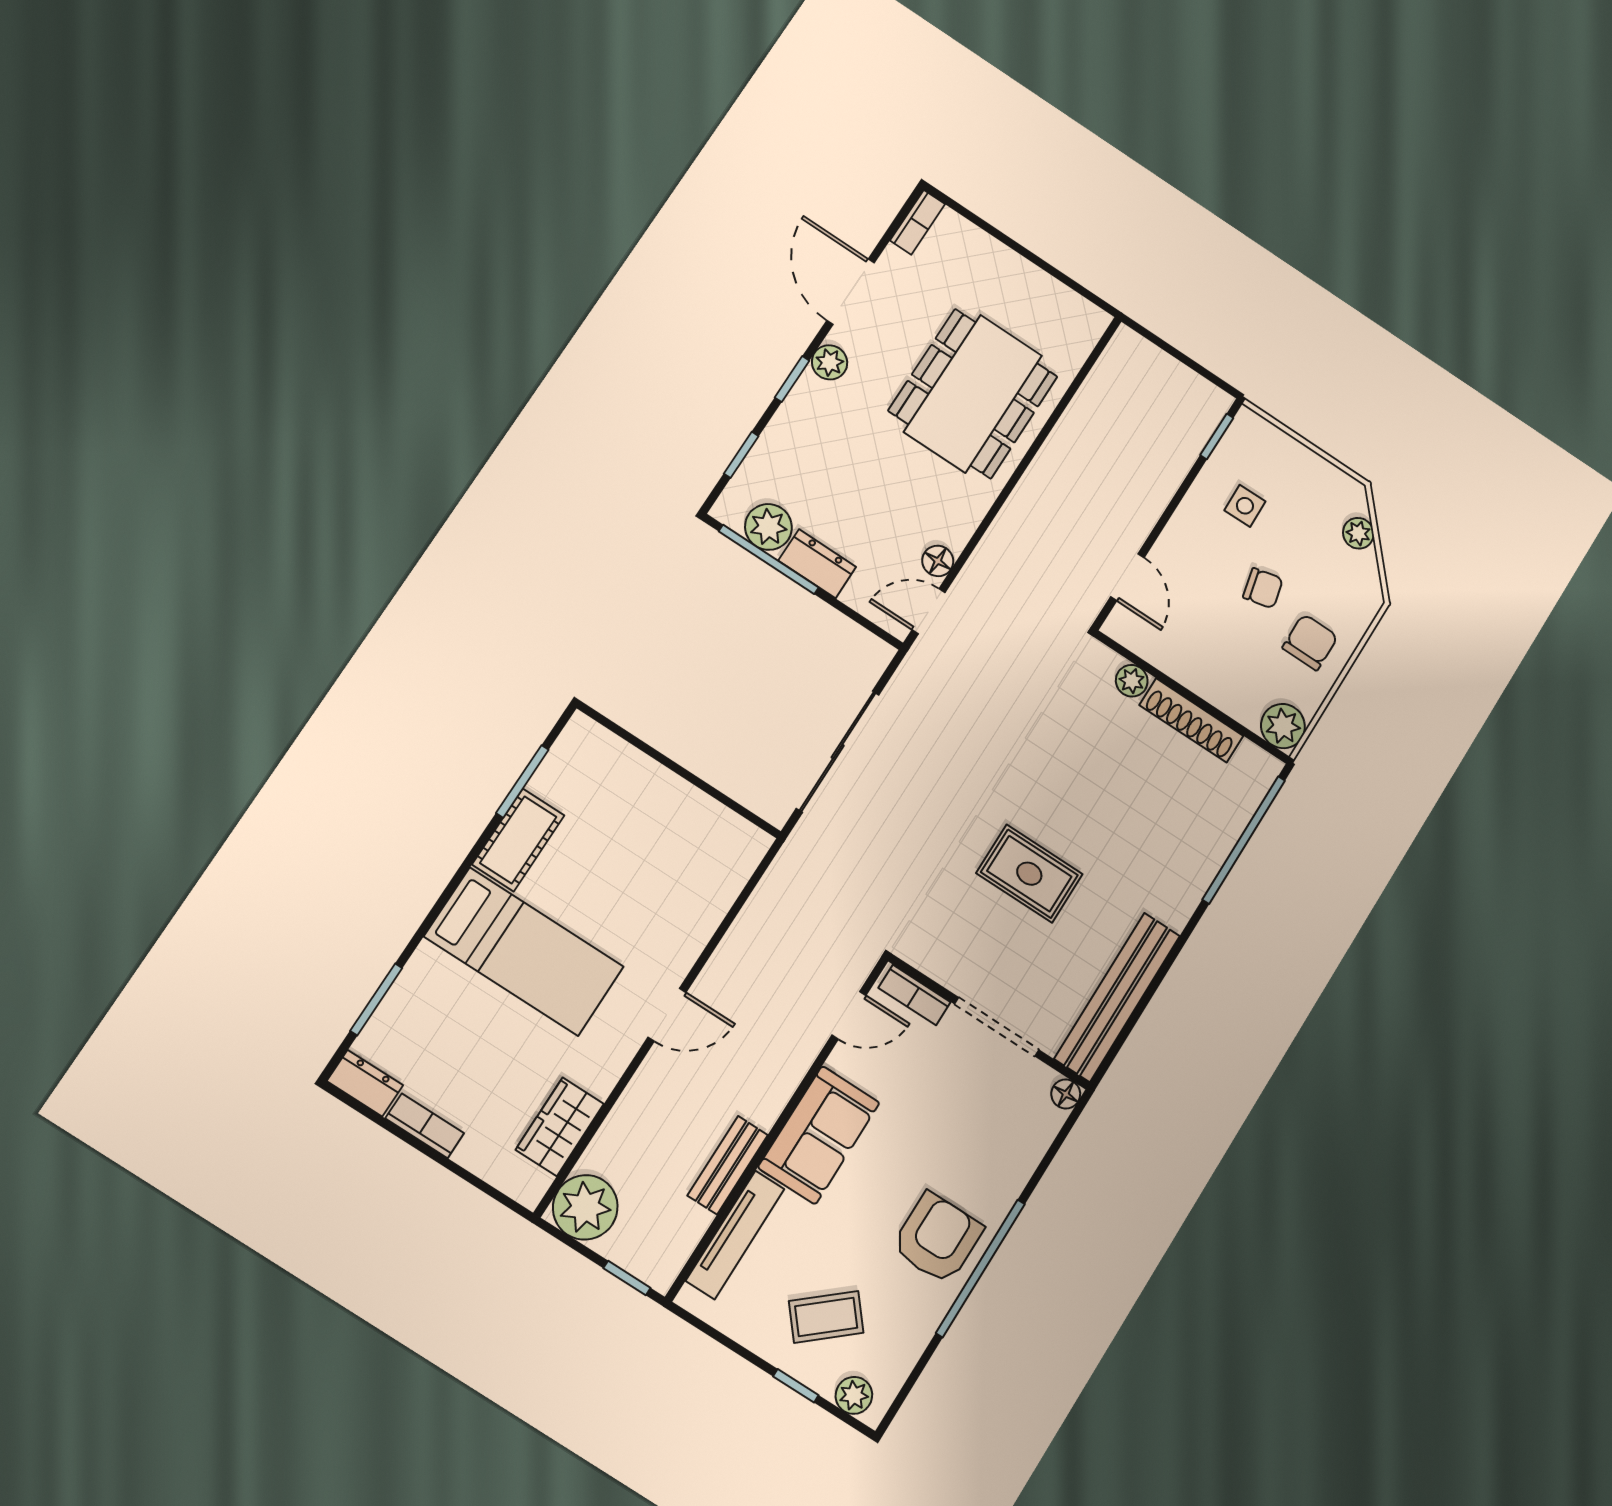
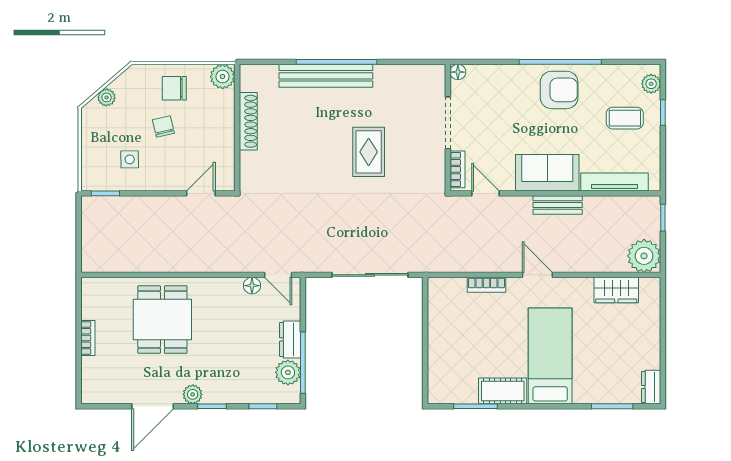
bookcase: (918, 222) -> (88, 338), moved, turned 90
dining table: (973, 394) -> (162, 320), width x0.73
plant: (1132, 681) -> (248, 161), removed
window: (1244, 840) -> (337, 62), moved
bench: (1117, 997) -> (326, 76), moved
bookcase: (425, 1126) -> (486, 285), moved, turned -90
bench: (728, 1165) -> (558, 205), moved
armchair: (937, 1238) -> (559, 90), turned 180
coffee table: (826, 1317) -> (625, 118), turned -50

